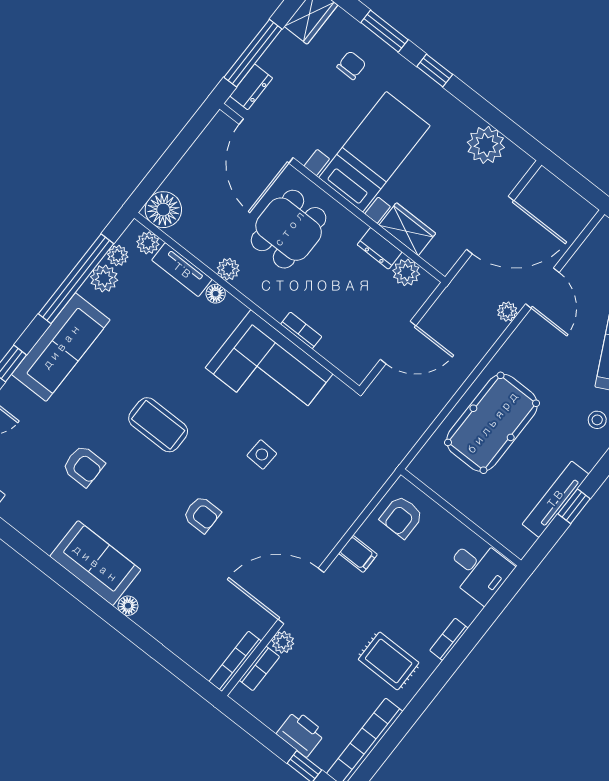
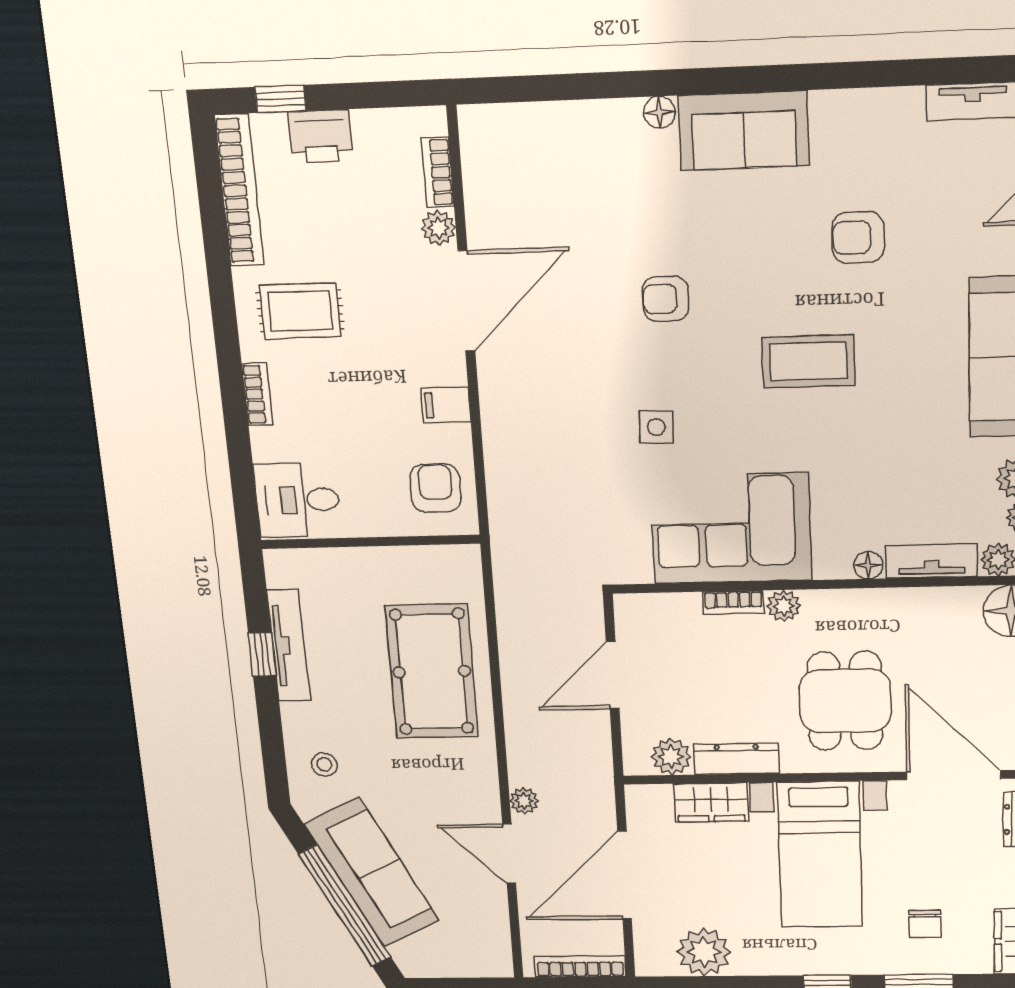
dresser: (380, 248) -> (737, 759), width x1.44
plant: (228, 269) -> (784, 606), moved
bookcase: (235, 661) -> (580, 967), moved, turned -90

